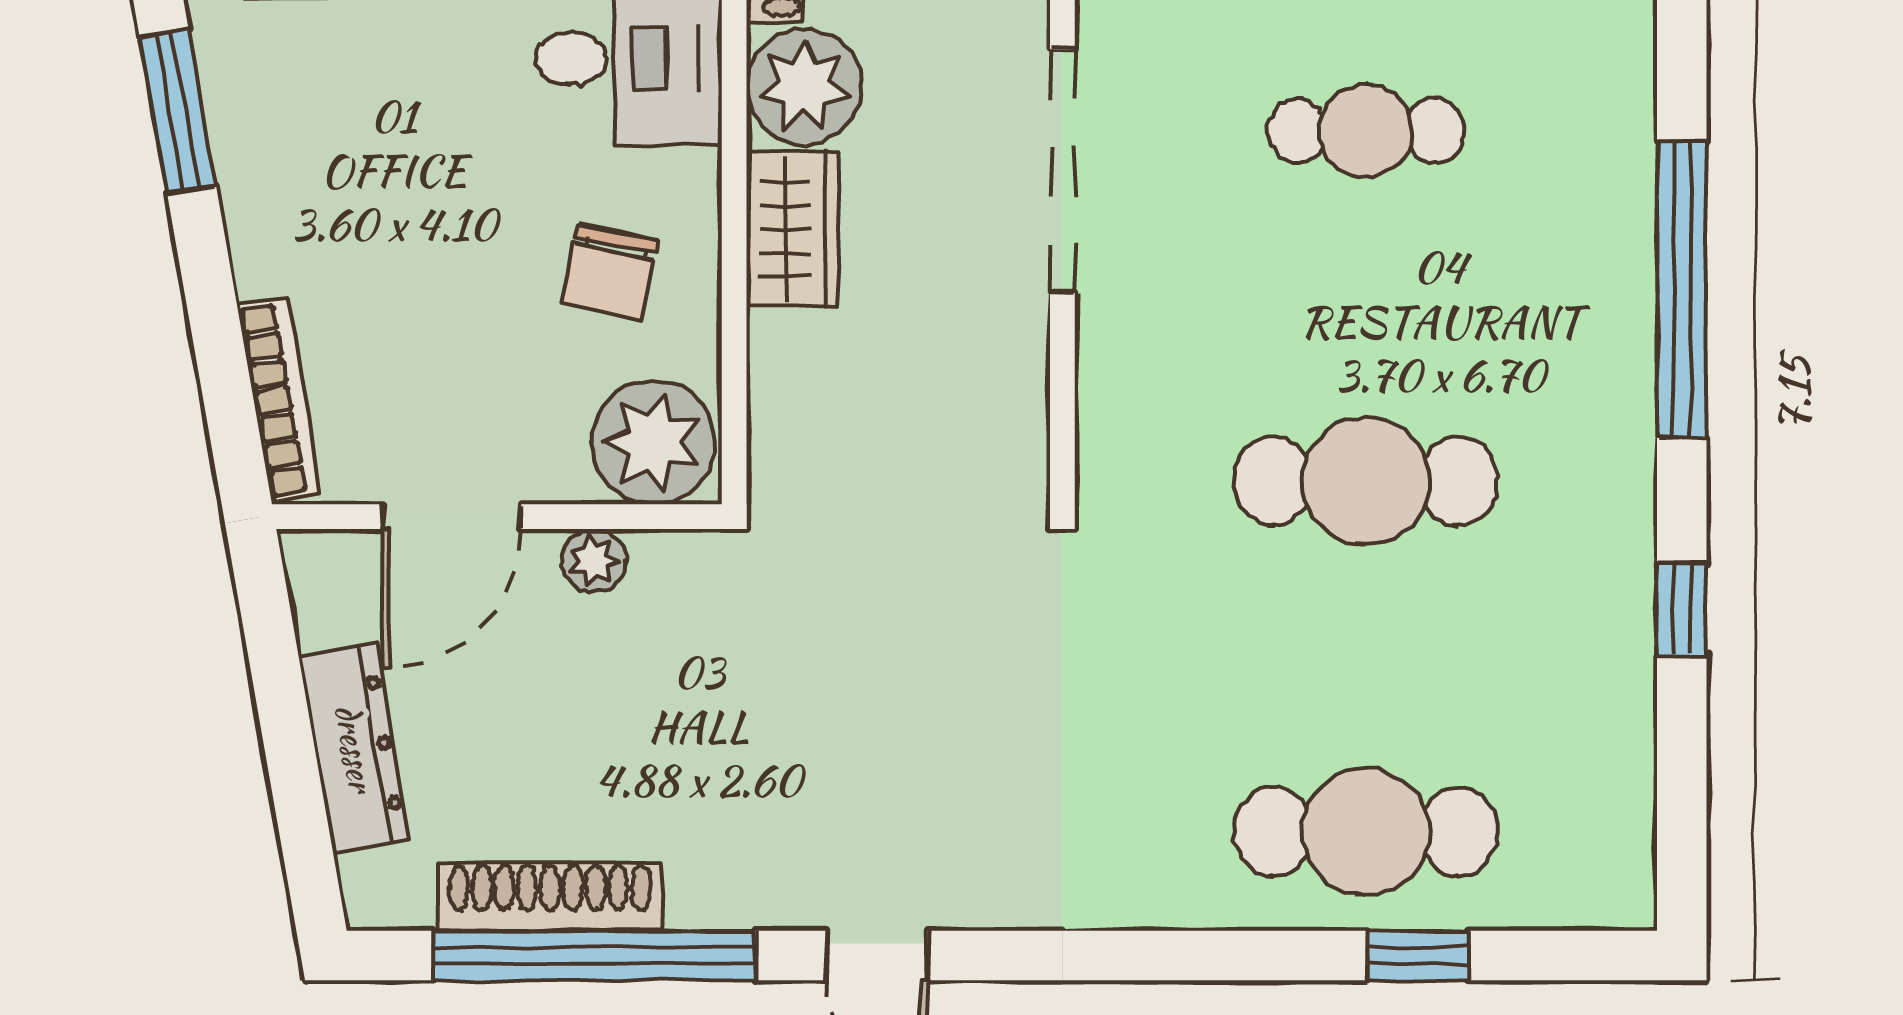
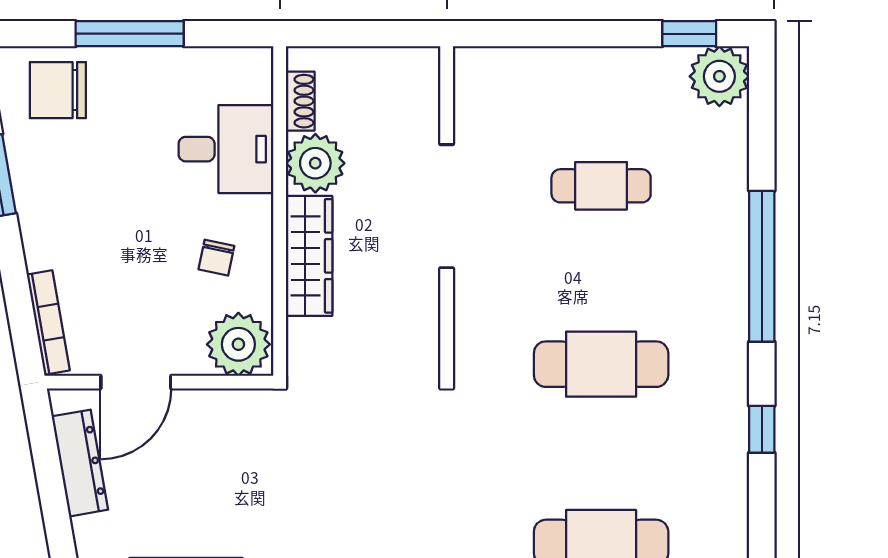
wardrobe: (792, 229) -> (309, 256), width x1.50
chair: (610, 272) -> (216, 258), width x0.73, depth x0.73
plant: (594, 561) -> (208, 405), removed
dresser: (354, 748) -> (80, 463), moved

